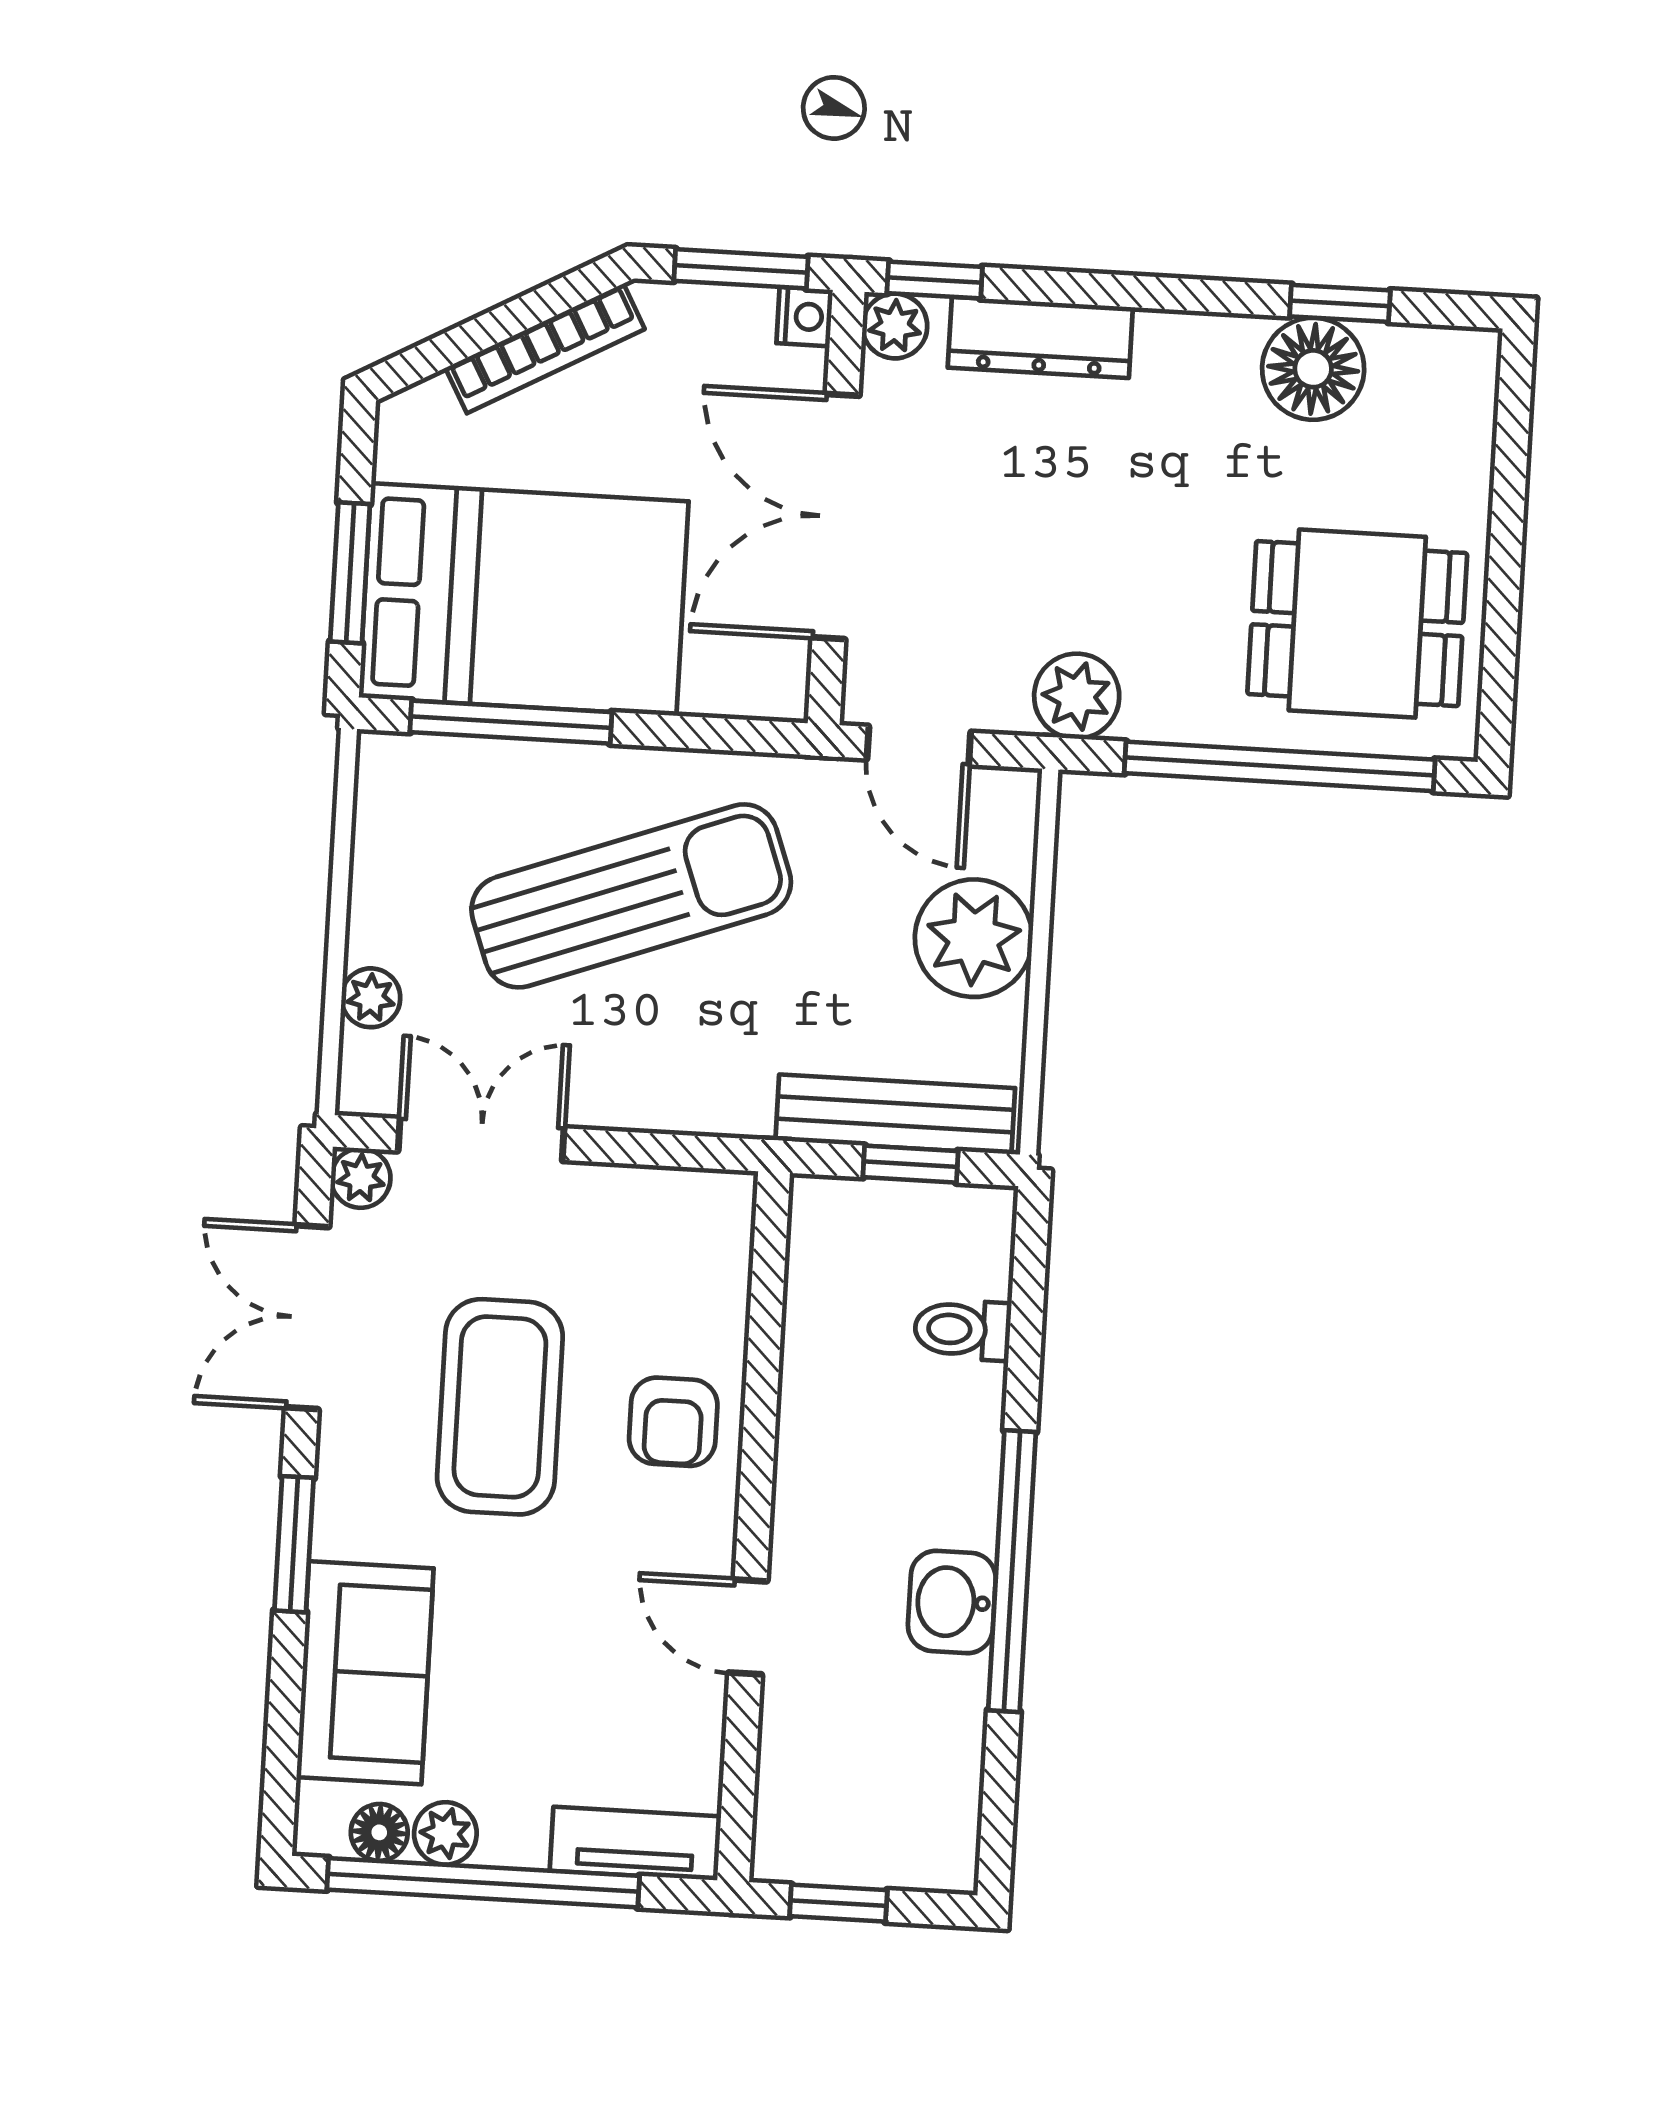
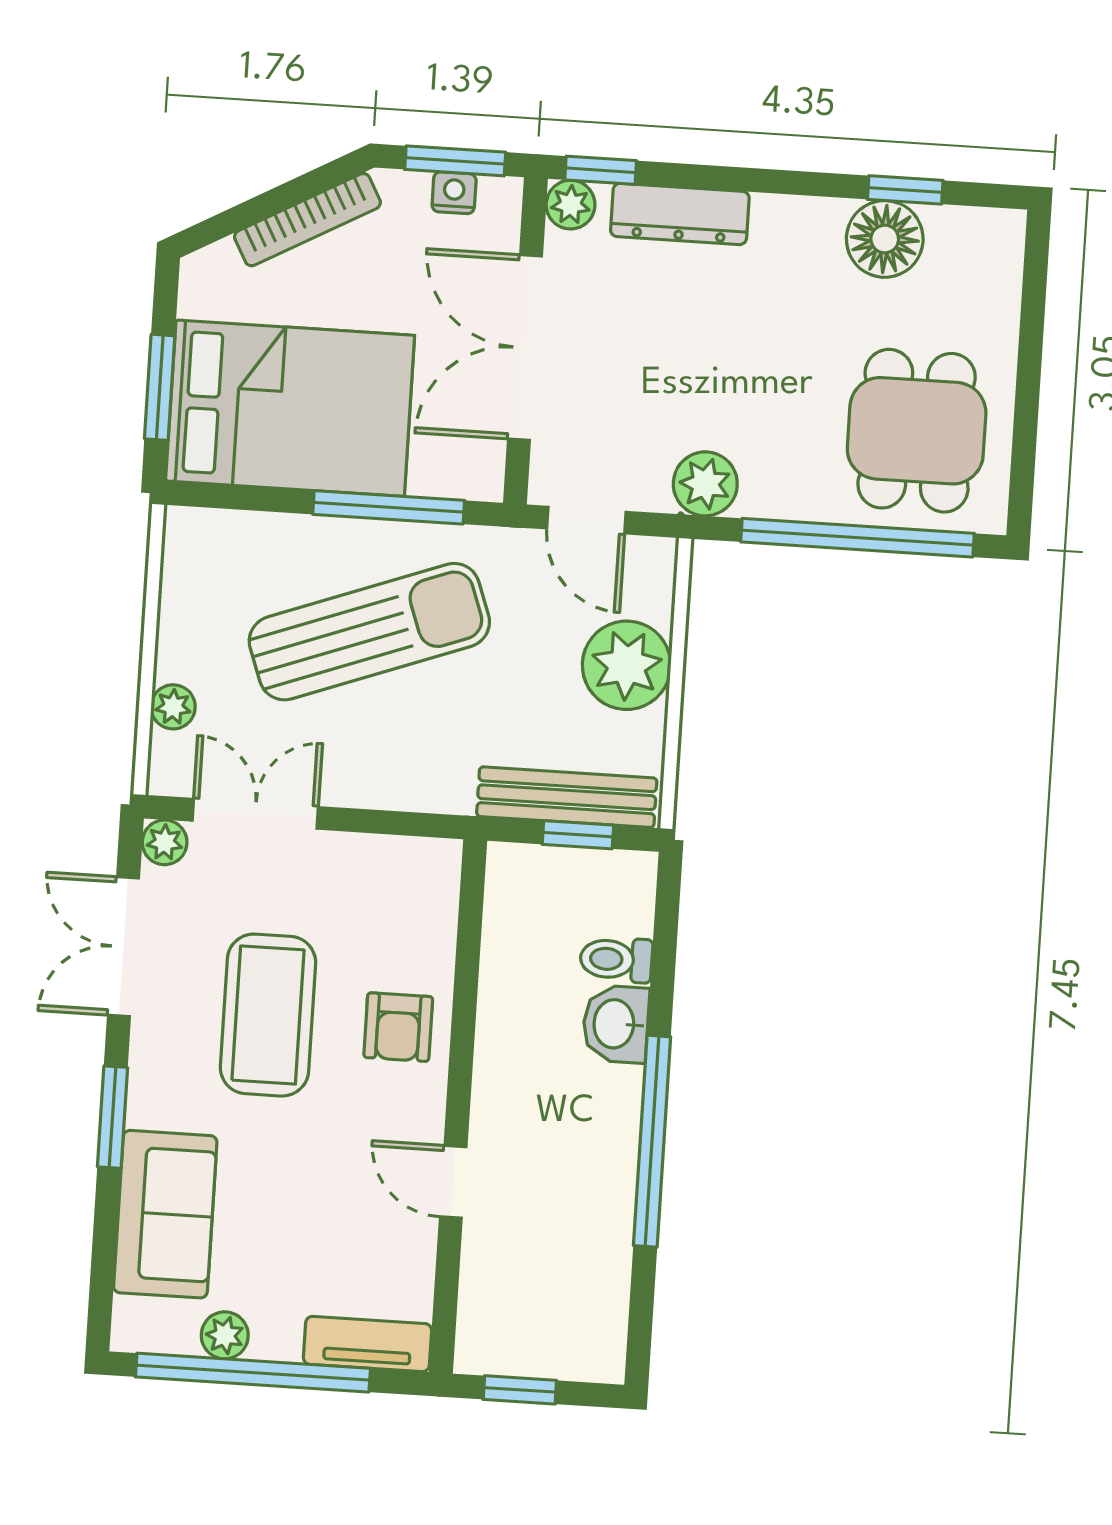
nightstand: (805, 317) -> (454, 193), moved, turned -90
dining table: (1357, 624) -> (917, 431), turned 90
window: (511, 722) -> (389, 507), moved
washbasin: (952, 1602) -> (616, 1024), moved
floor lamp: (379, 1832) -> (175, 1334), removed

